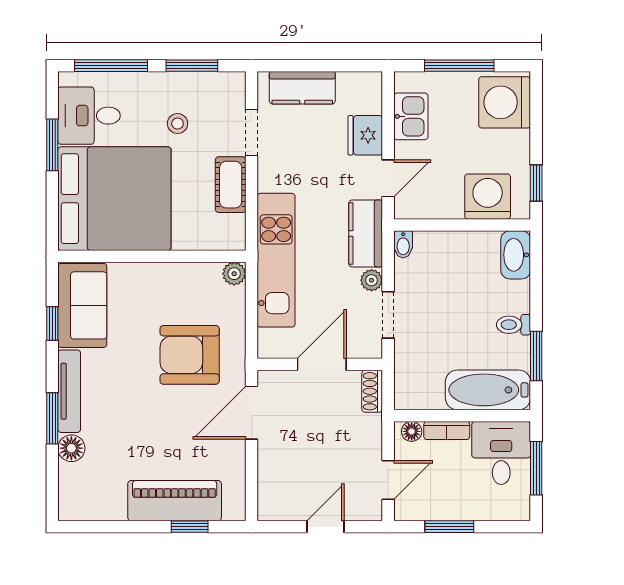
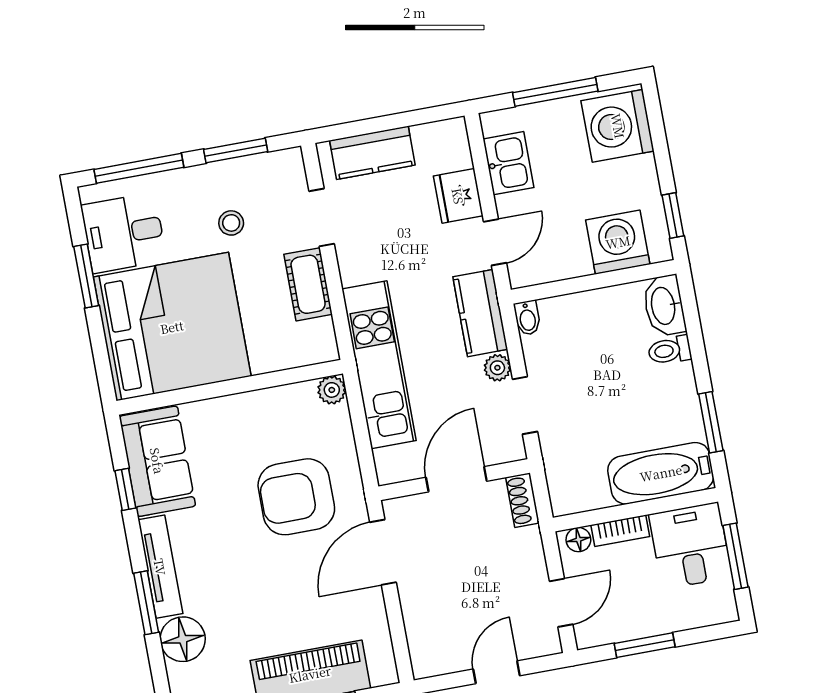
toilet: (514, 325) -> (670, 350), moved
floor lamp: (71, 448) -> (183, 639), width x1.38, depth x1.38

